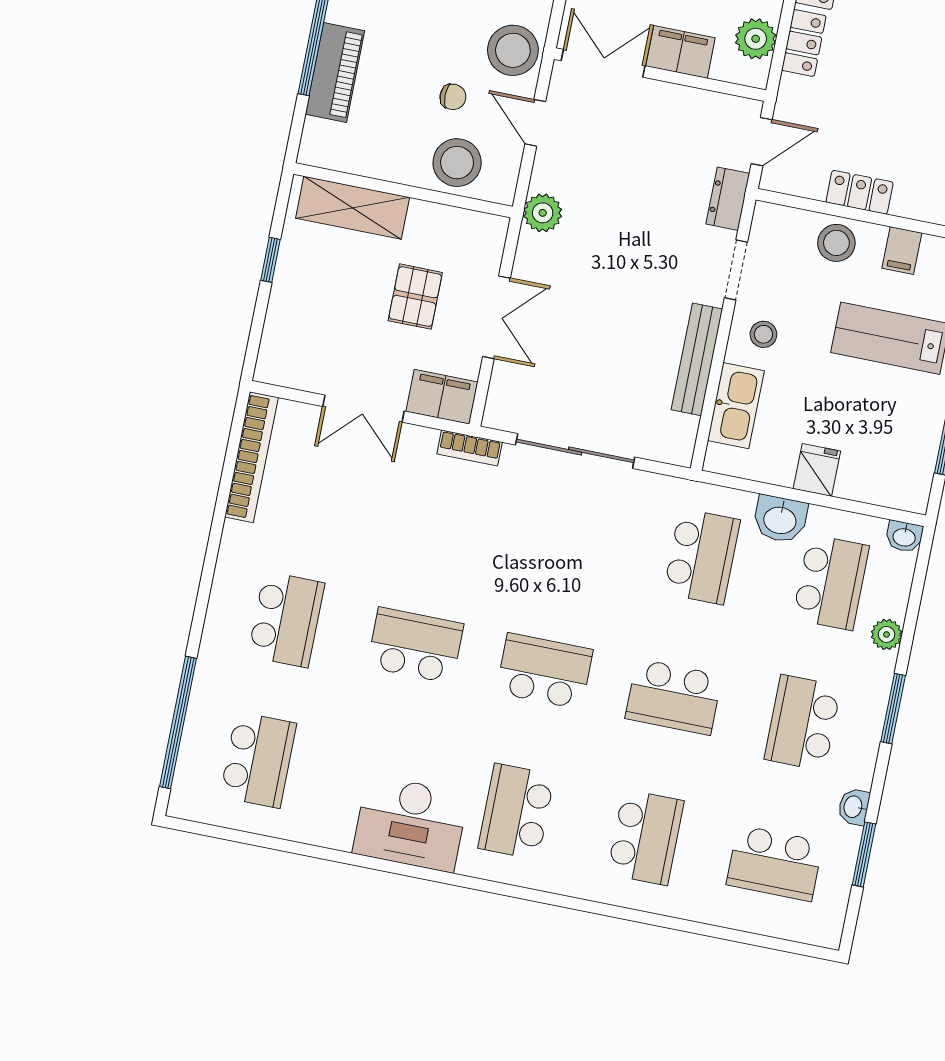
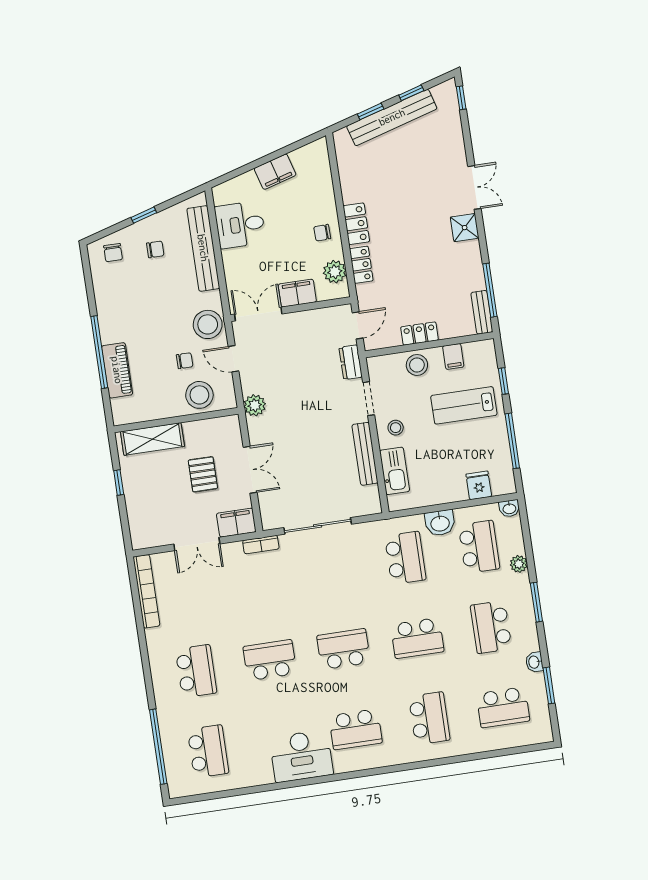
fridge: (817, 470) -> (479, 485), moved
school desk: (516, 812) -> (356, 729), turned -90

